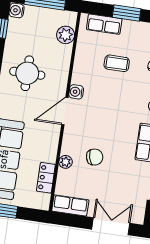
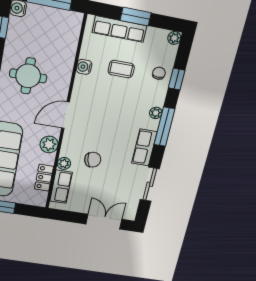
row of seats: (104, 24) -> (119, 29), width x1.48
plant: (66, 35) -> (49, 144), moved
water cooler: (76, 92) -> (84, 67), moved
row of seats: (70, 205) -> (61, 187), moved, turned 90

